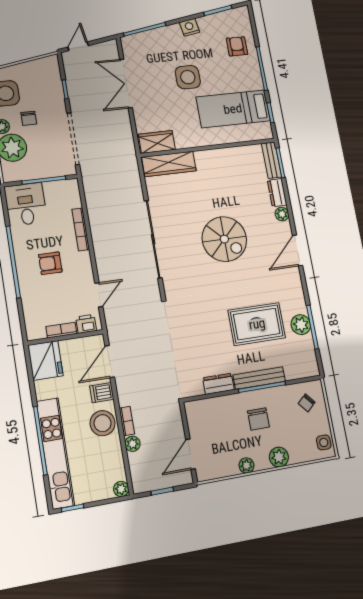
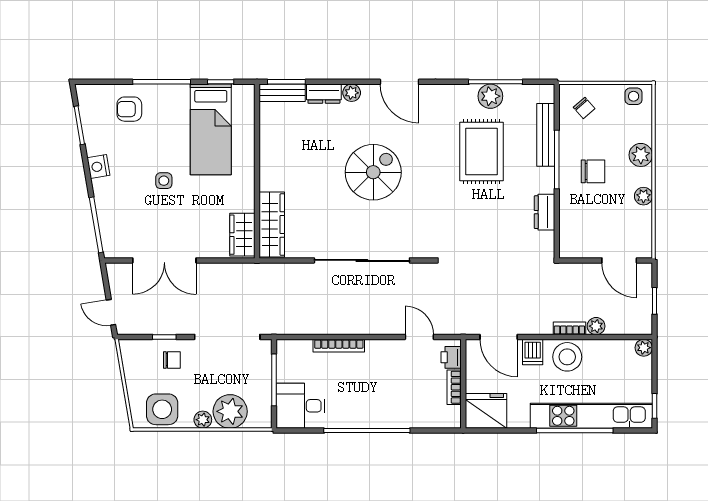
side table: (188, 77) -> (164, 181), width x0.54, depth x0.54
chair: (29, 118) -> (172, 360), moved
armchair: (50, 263) -> (374, 388), removed
bench: (259, 378) -> (546, 135), moved

